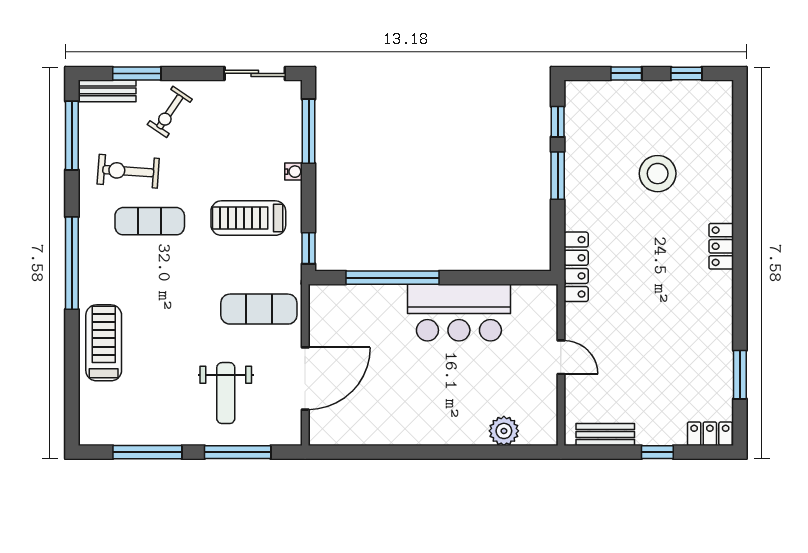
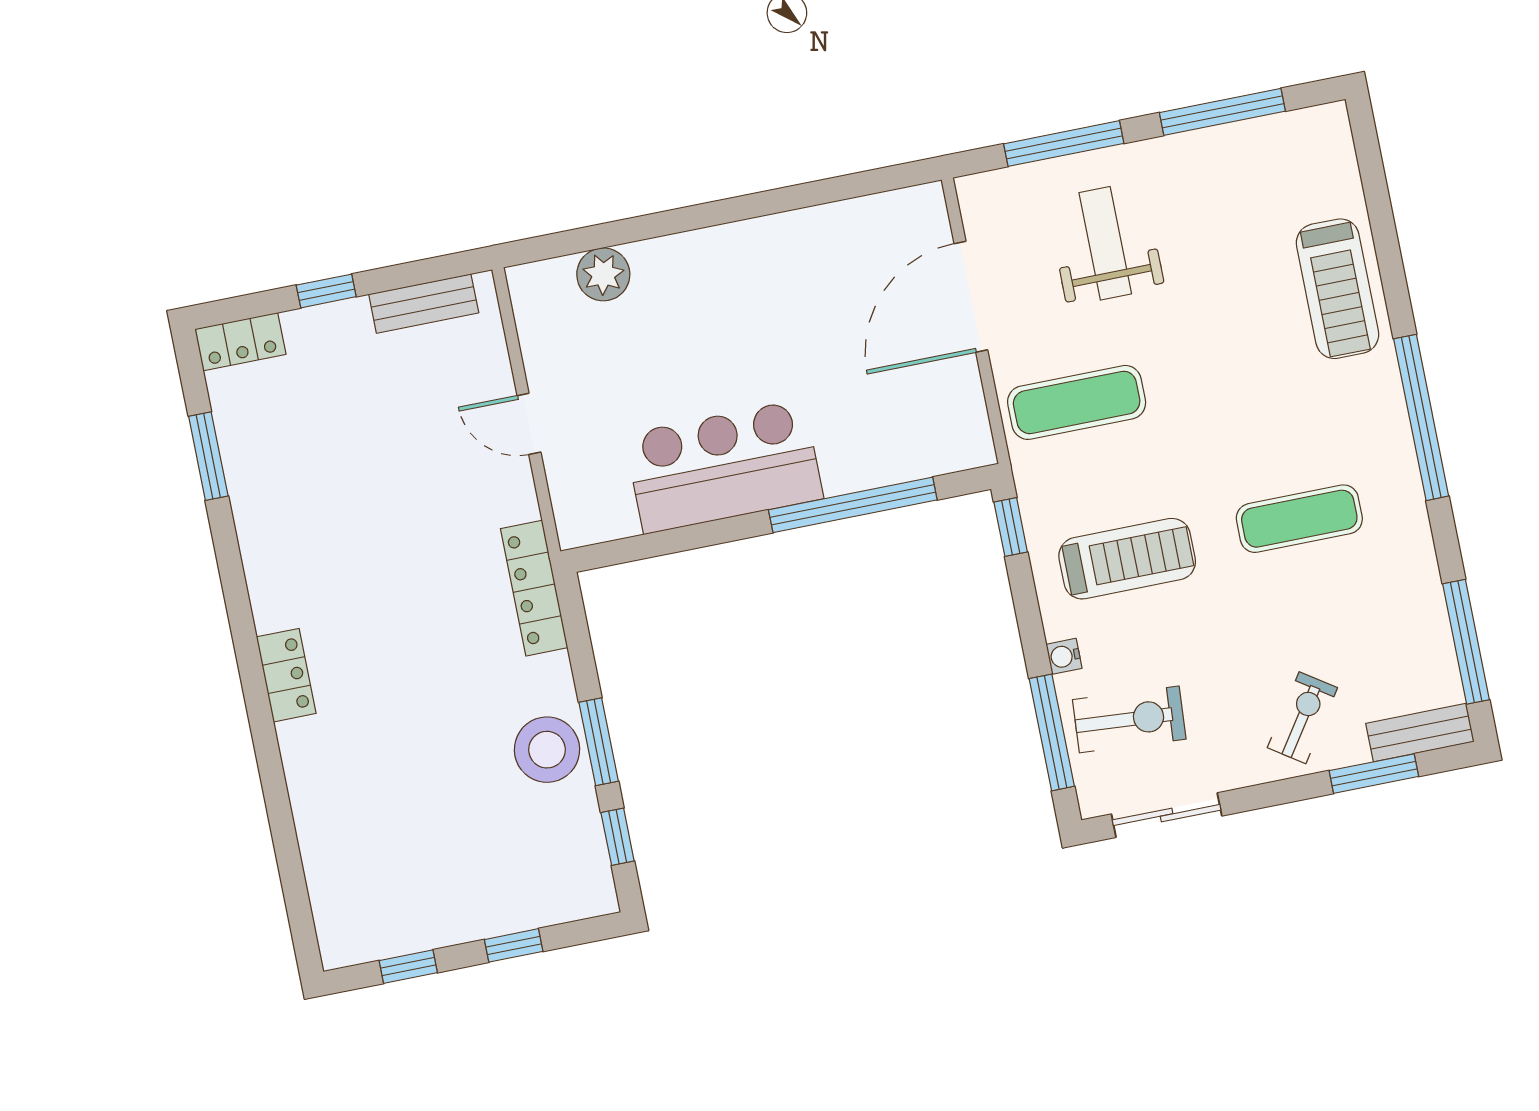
exercise bike: (128, 171) -> (1129, 719), moved
stool: (658, 174) -> (547, 750), moved

